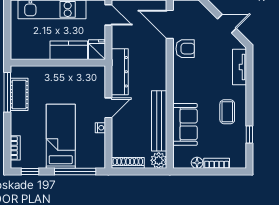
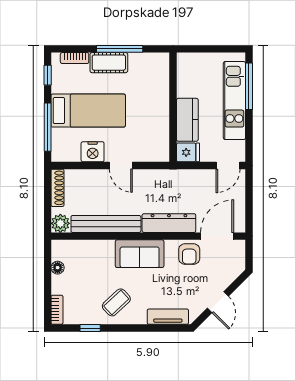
dresser: (120, 72) -> (169, 223), moved, turned 180
window: (7, 92) -> (120, 49), moved
cot: (19, 94) -> (109, 63), moved
coffee table: (227, 112) -> (116, 302), turned -43
sofa: (185, 124) -> (140, 254), moved
nightstand: (100, 128) -> (93, 152), width x1.89, depth x1.79
bookcase: (217, 163) -> (57, 310), moved

